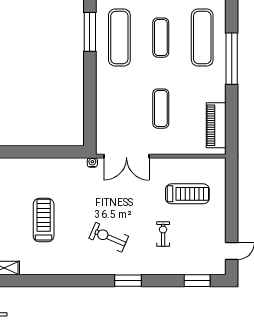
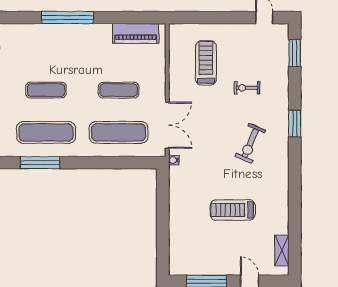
exercise mat: (202, 38) -> (119, 132), moved

